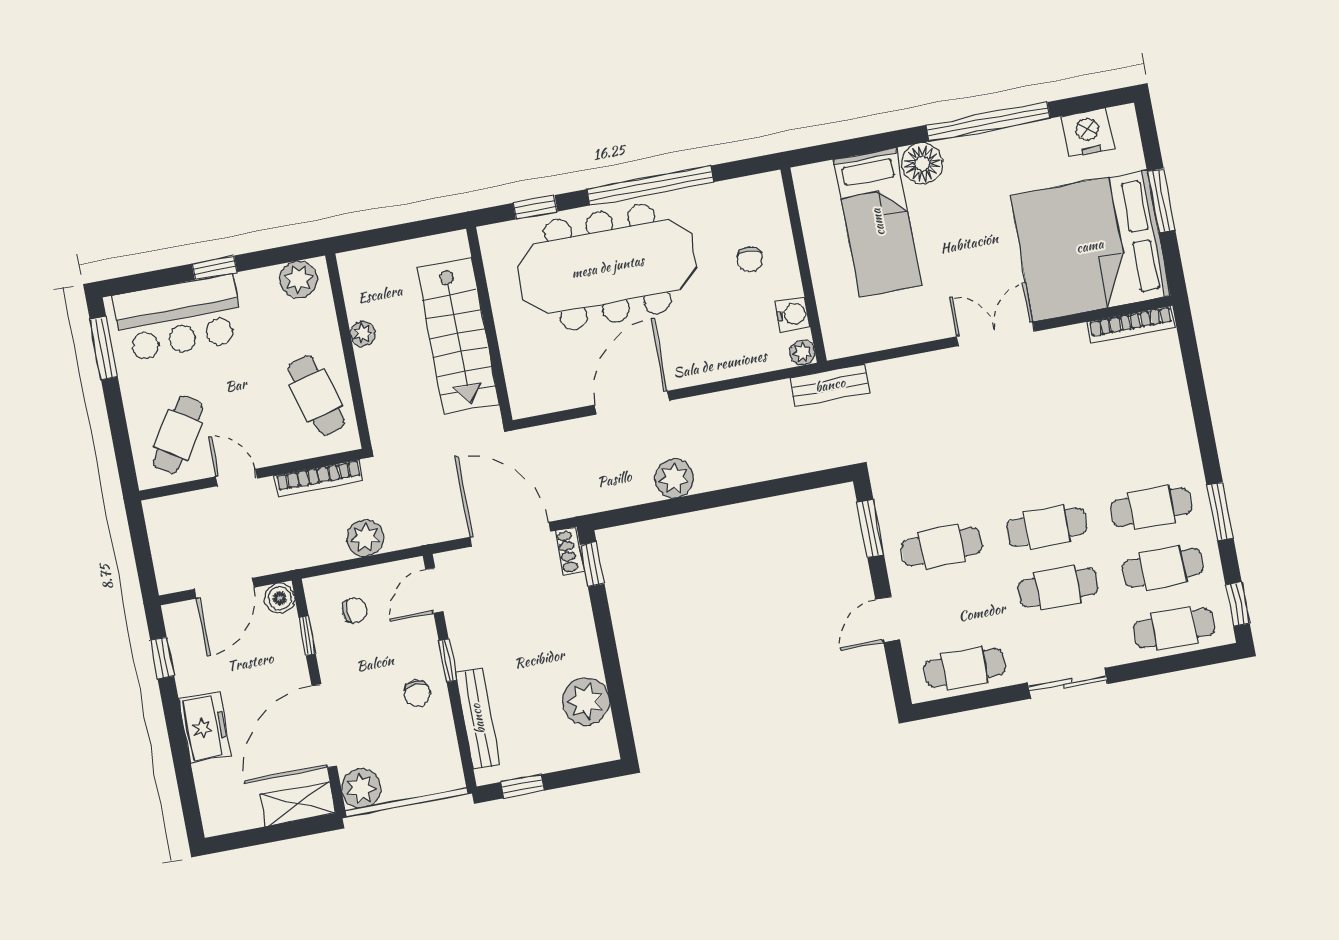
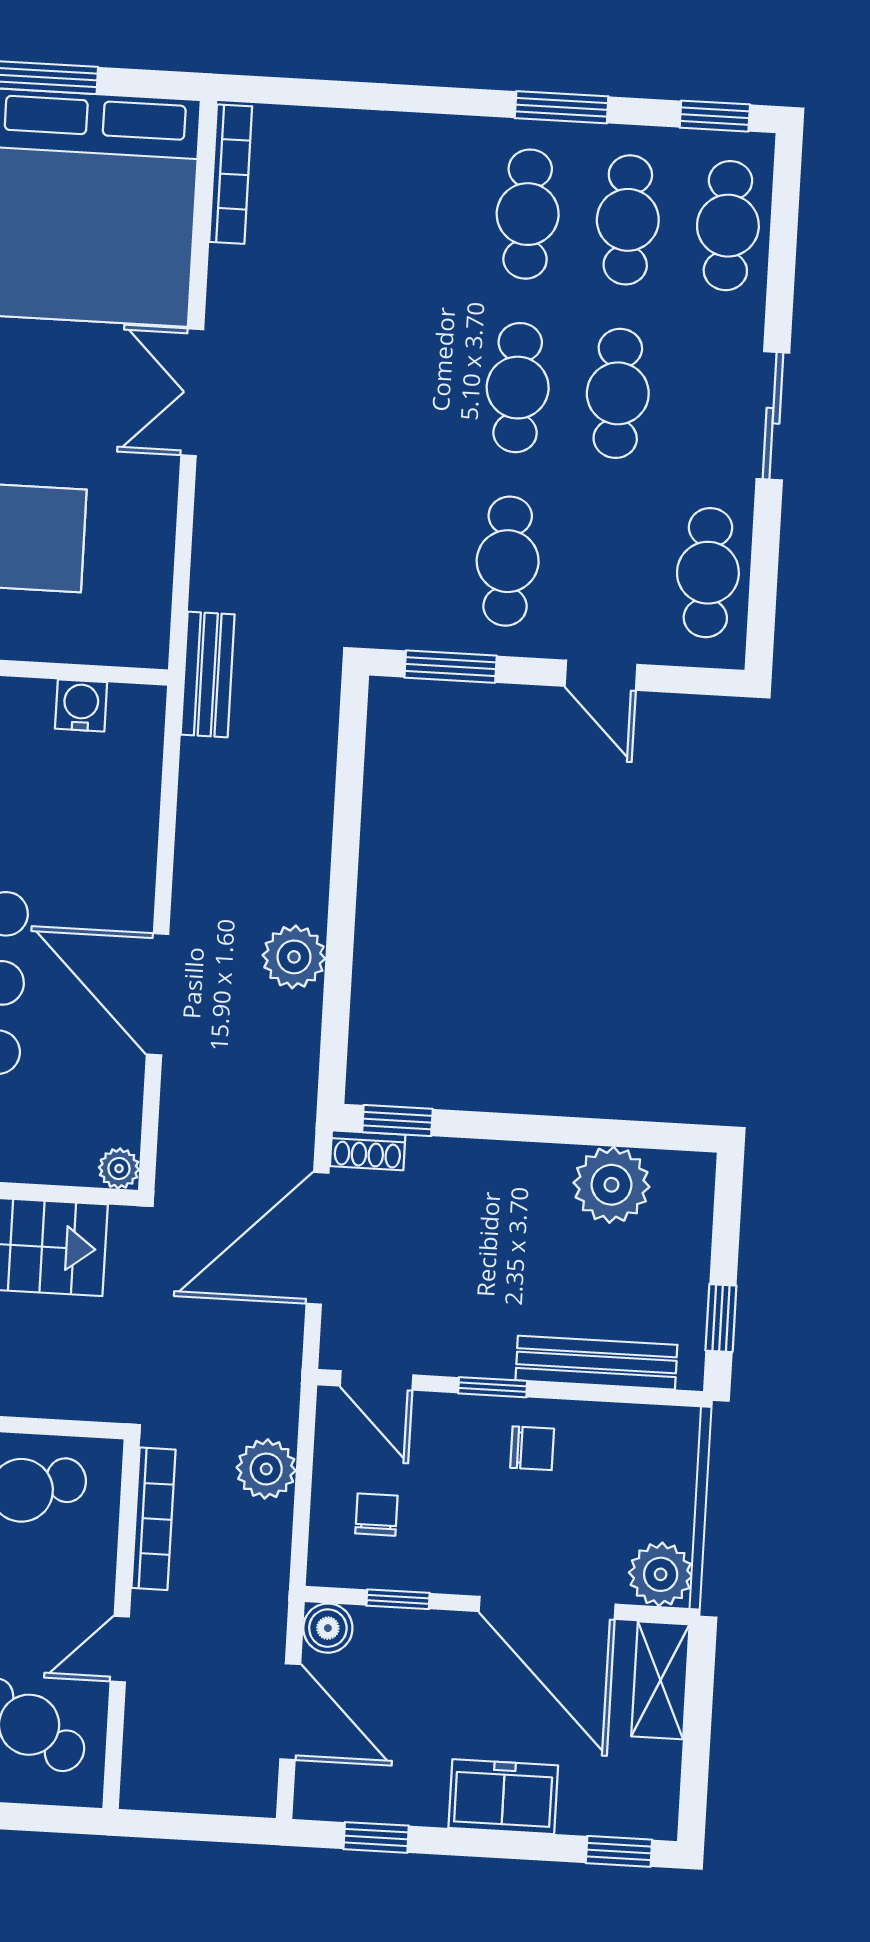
plant: (802, 353) -> (119, 1169), moved
window: (190, 805) -> (619, 1851), added

